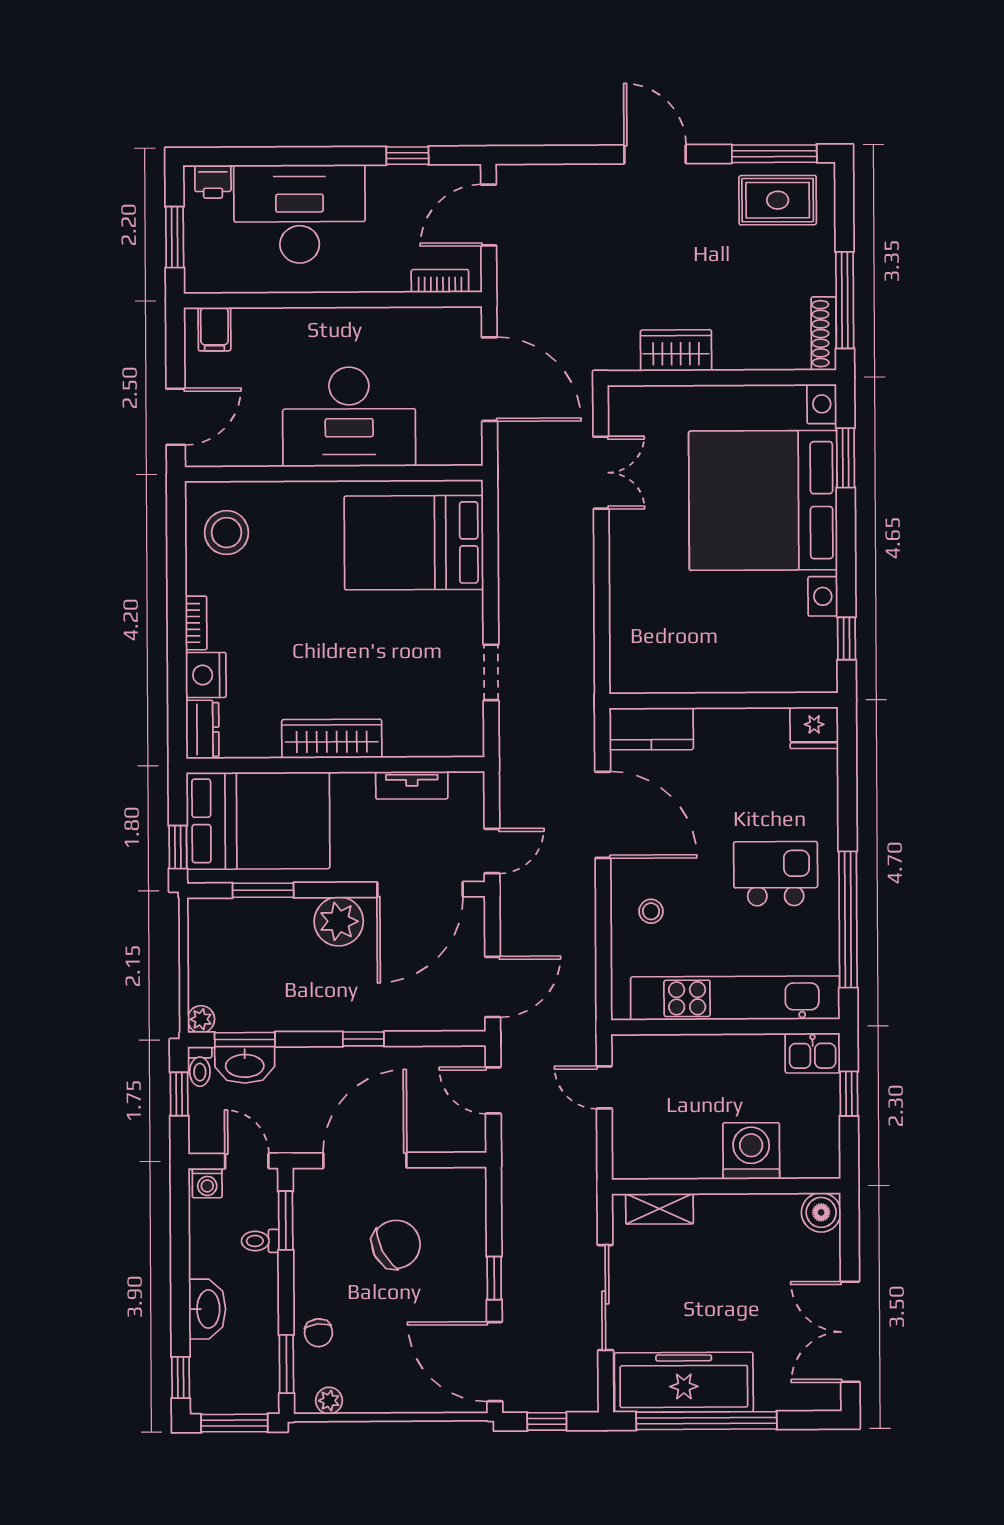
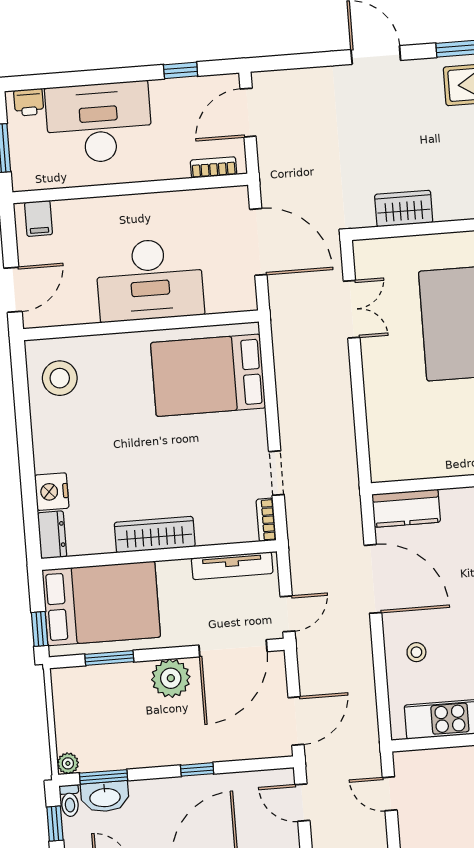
bookcase: (196, 623) -> (266, 520), moved, turned 180
tv unit: (412, 785) -> (232, 566), width x1.41

